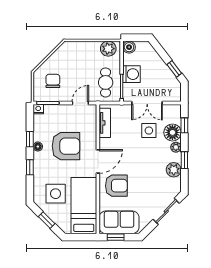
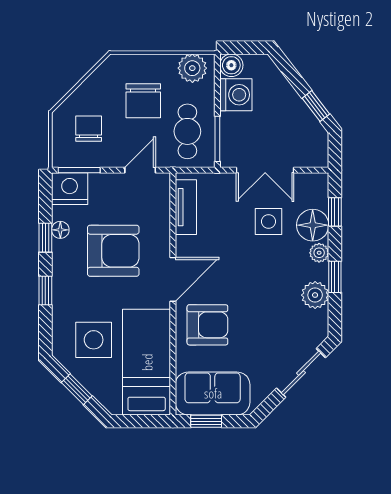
chair: (82, 66) -> (143, 101), added
washing machine: (131, 74) -> (236, 95), moved
nightstand: (38, 109) -> (70, 189), width x1.89, depth x1.79
floor lamp: (38, 147) -> (60, 230), moved

